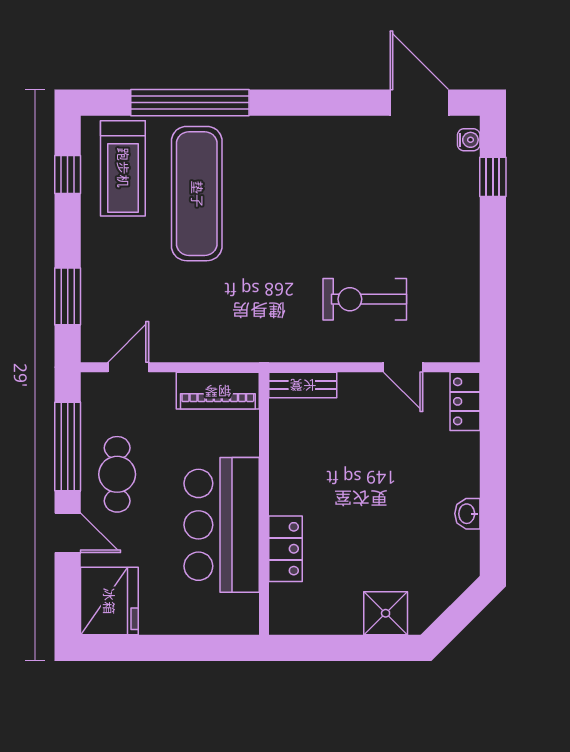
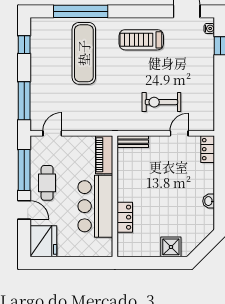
treadmill: (123, 168) -> (141, 40), moved, turned 90
window: (68, 296) -> (24, 101), width x1.44
door: (403, 367) -> (179, 133), swing flipped
piano: (218, 391) -> (104, 155), moved, turned 90

